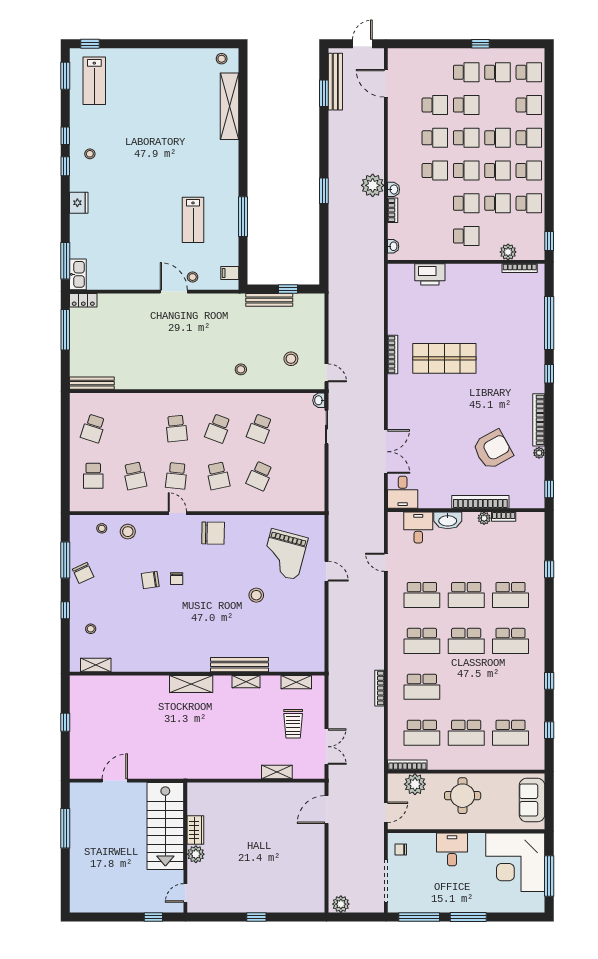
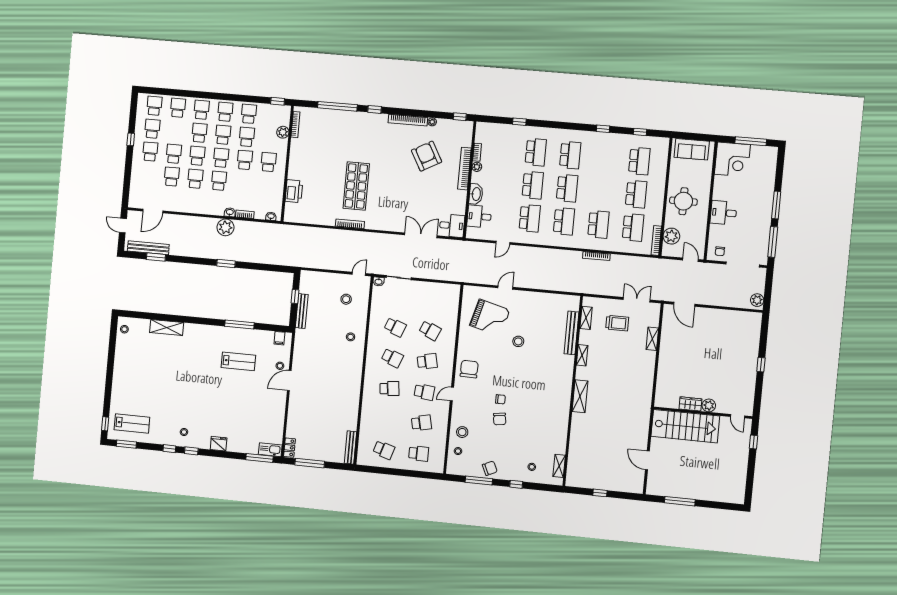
shelving: (229, 106) -> (167, 328), width x0.68
bench: (239, 665) -> (571, 333), moved
corner desk: (515, 862) -> (732, 159), width x0.74, depth x0.74

